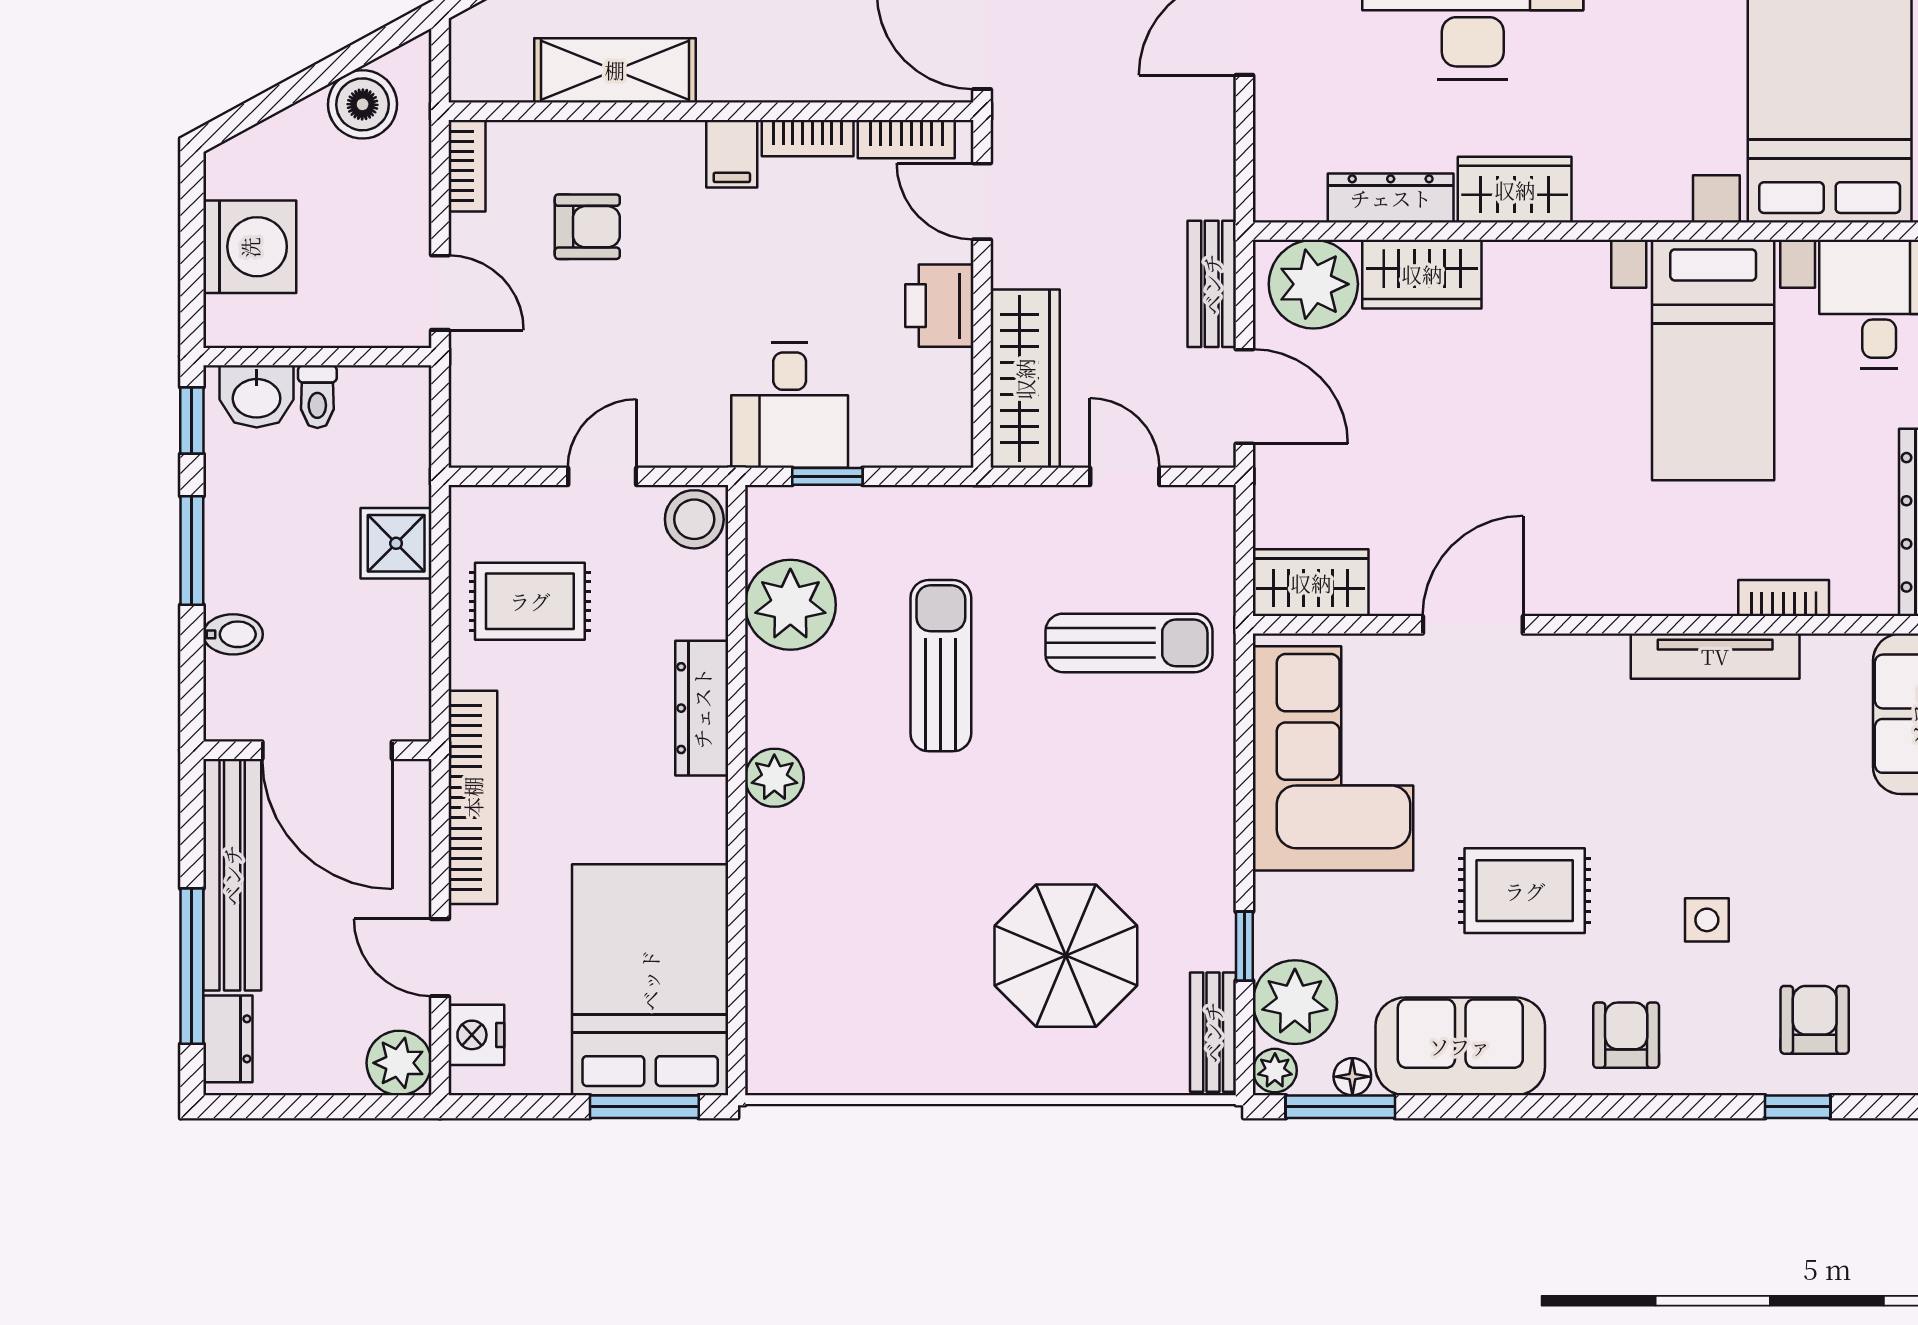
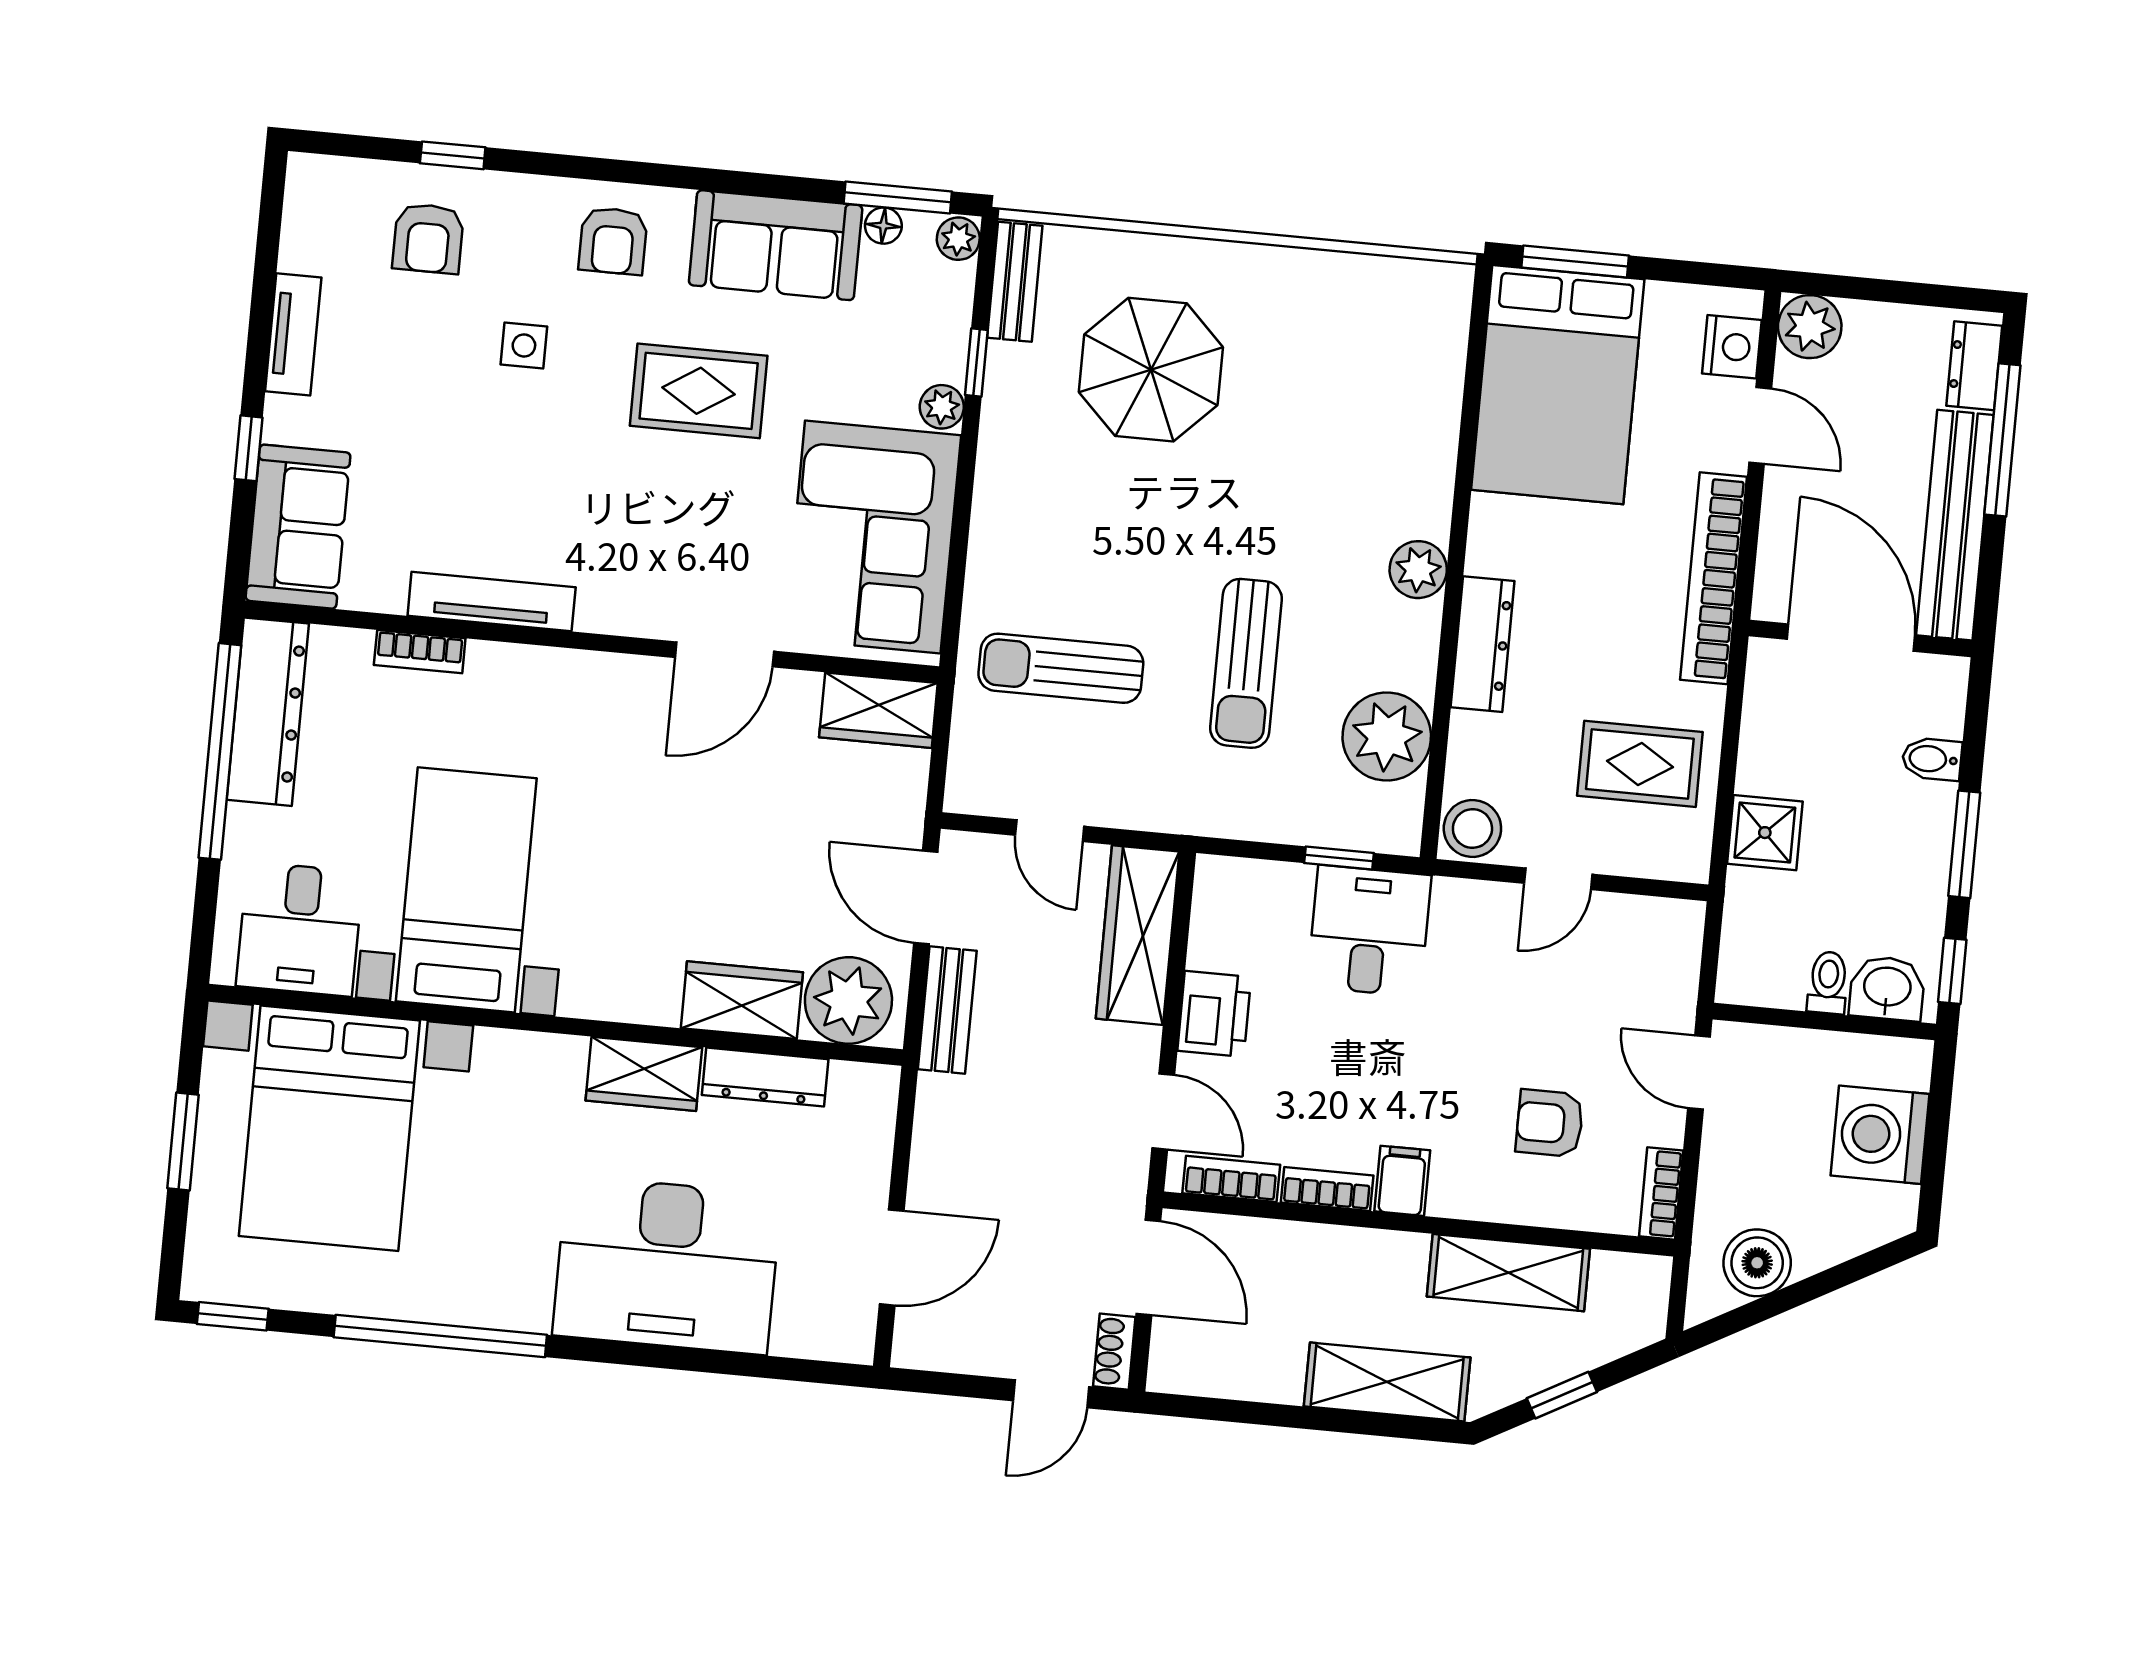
plant: (1295, 1002) -> (942, 407), moved, width x0.53, depth x0.53

